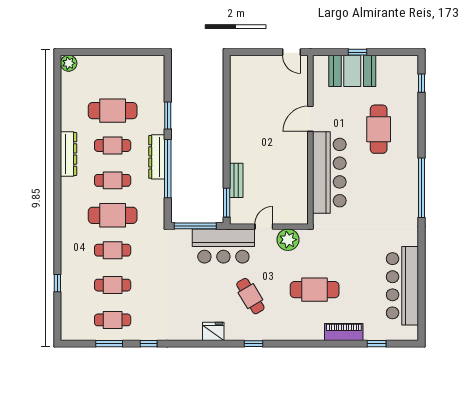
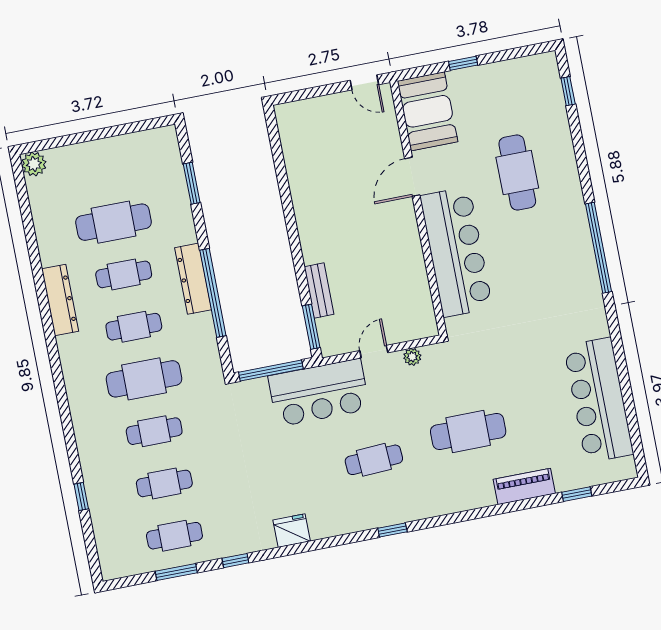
booth: (352, 71) -> (427, 111), moved, turned 90
window: (168, 116) -> (192, 183), moved
plant: (288, 240) -> (412, 357), width x0.53, depth x0.53
cafe table: (250, 296) -> (374, 460), turned -62
fridge: (213, 331) -> (292, 531), moved

